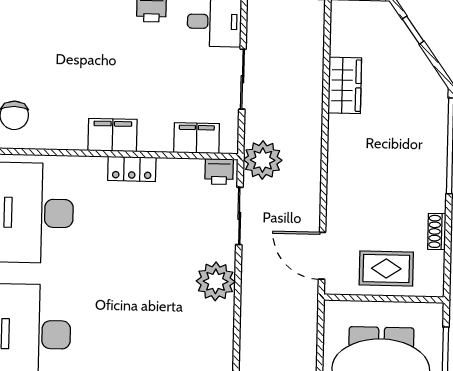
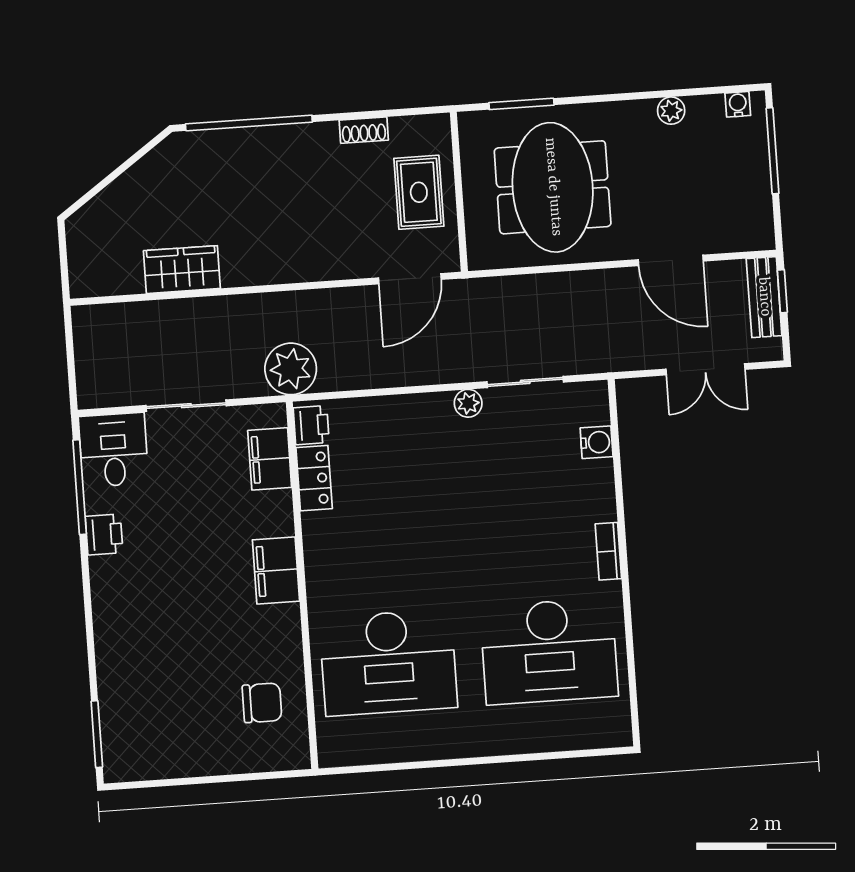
window: (413, 30) -> (100, 186), removed
locker: (132, 169) -> (314, 478), moved
sliding door: (239, 216) -> (525, 382), moved
plant: (216, 281) -> (468, 403), width x0.53, depth x0.53

